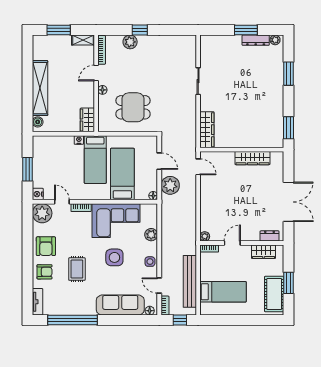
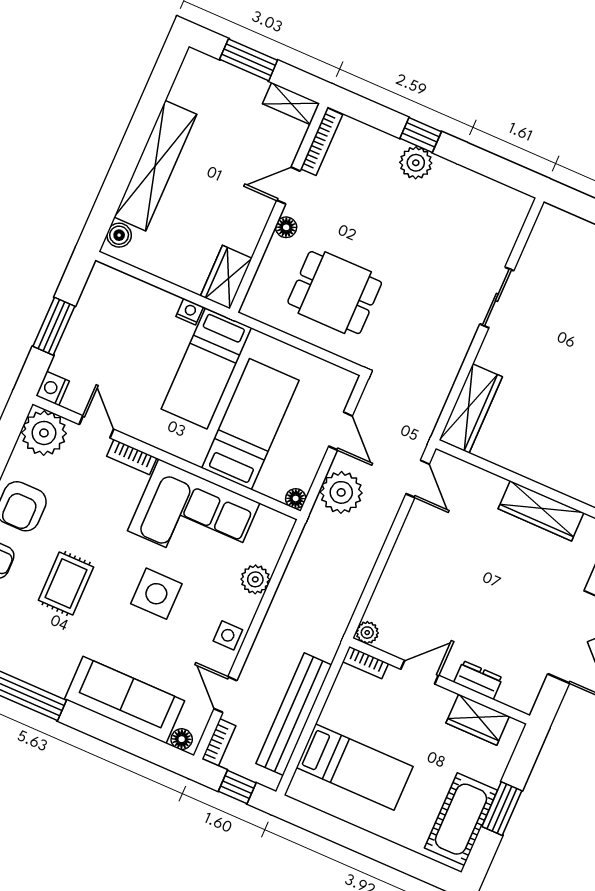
plant: (130, 42) -> (416, 163), moved
dresser: (270, 236) -> (478, 680), moved

